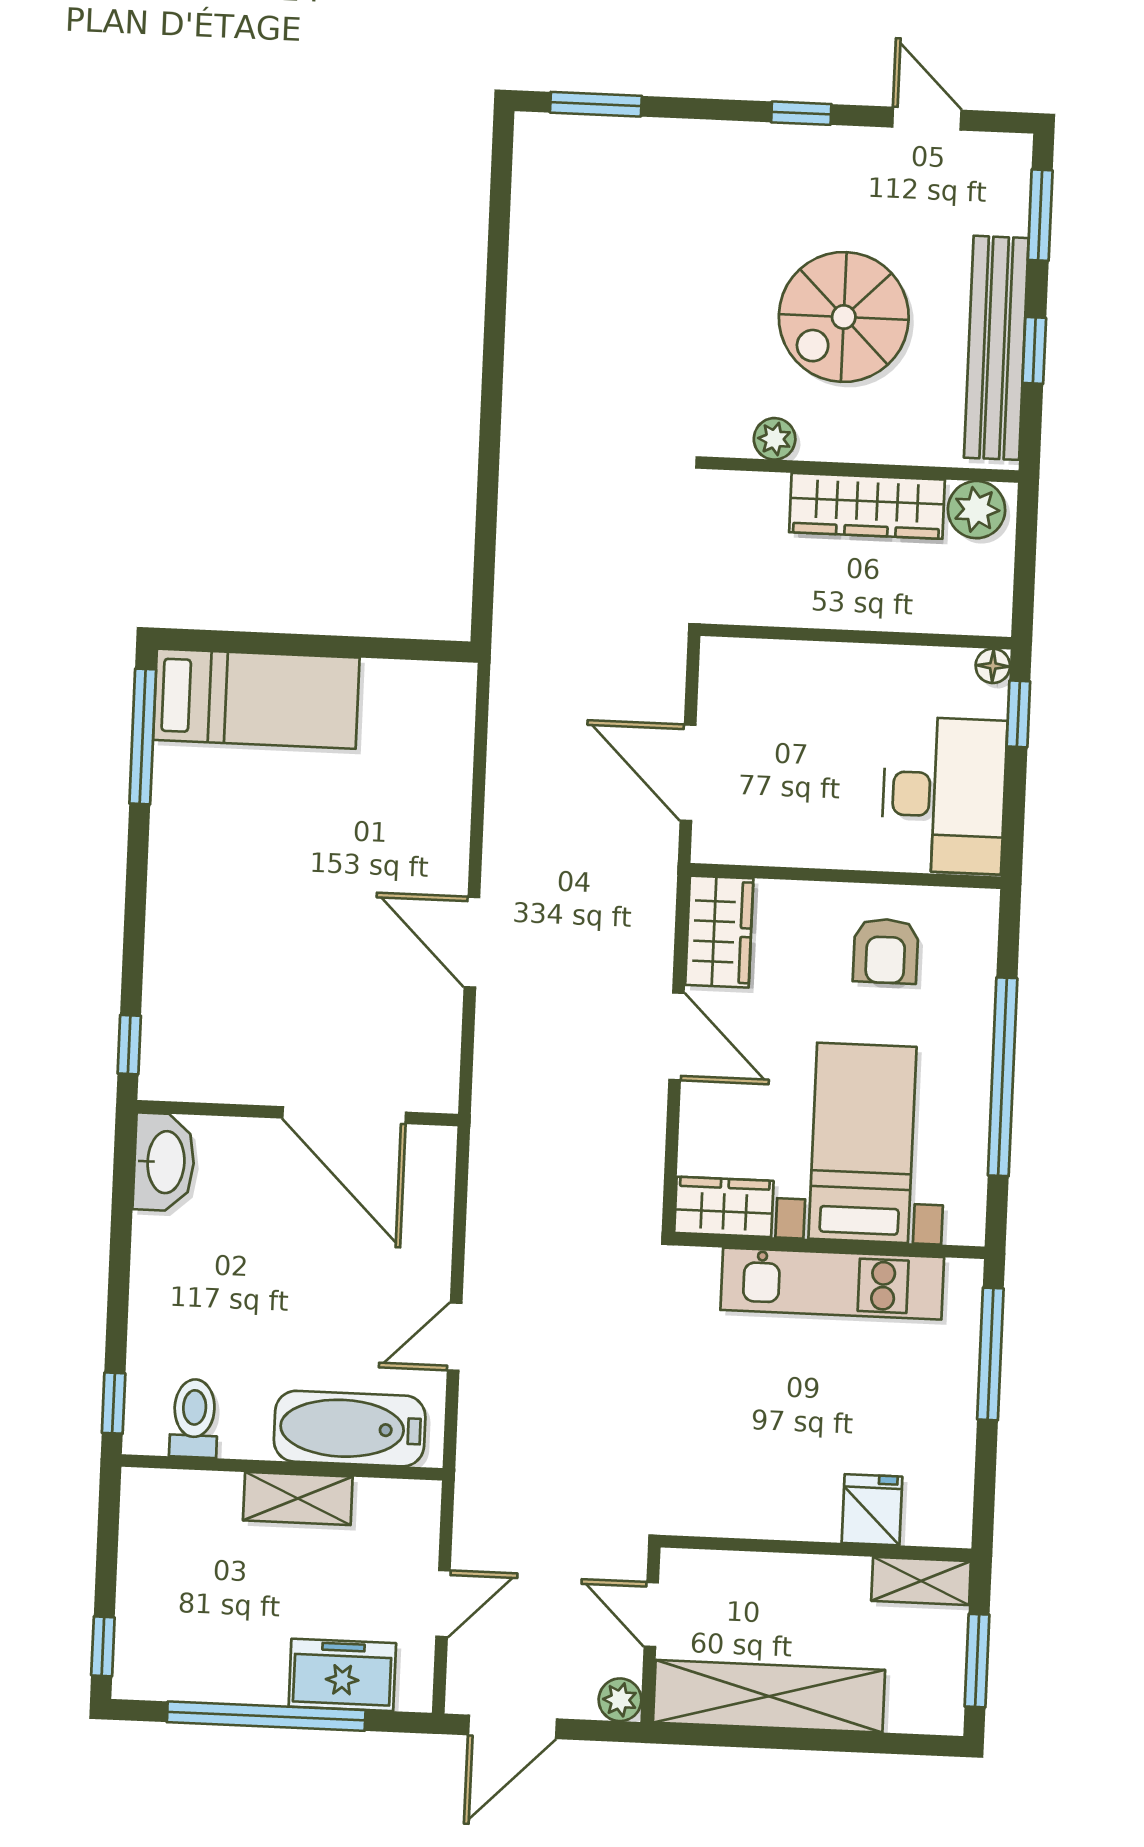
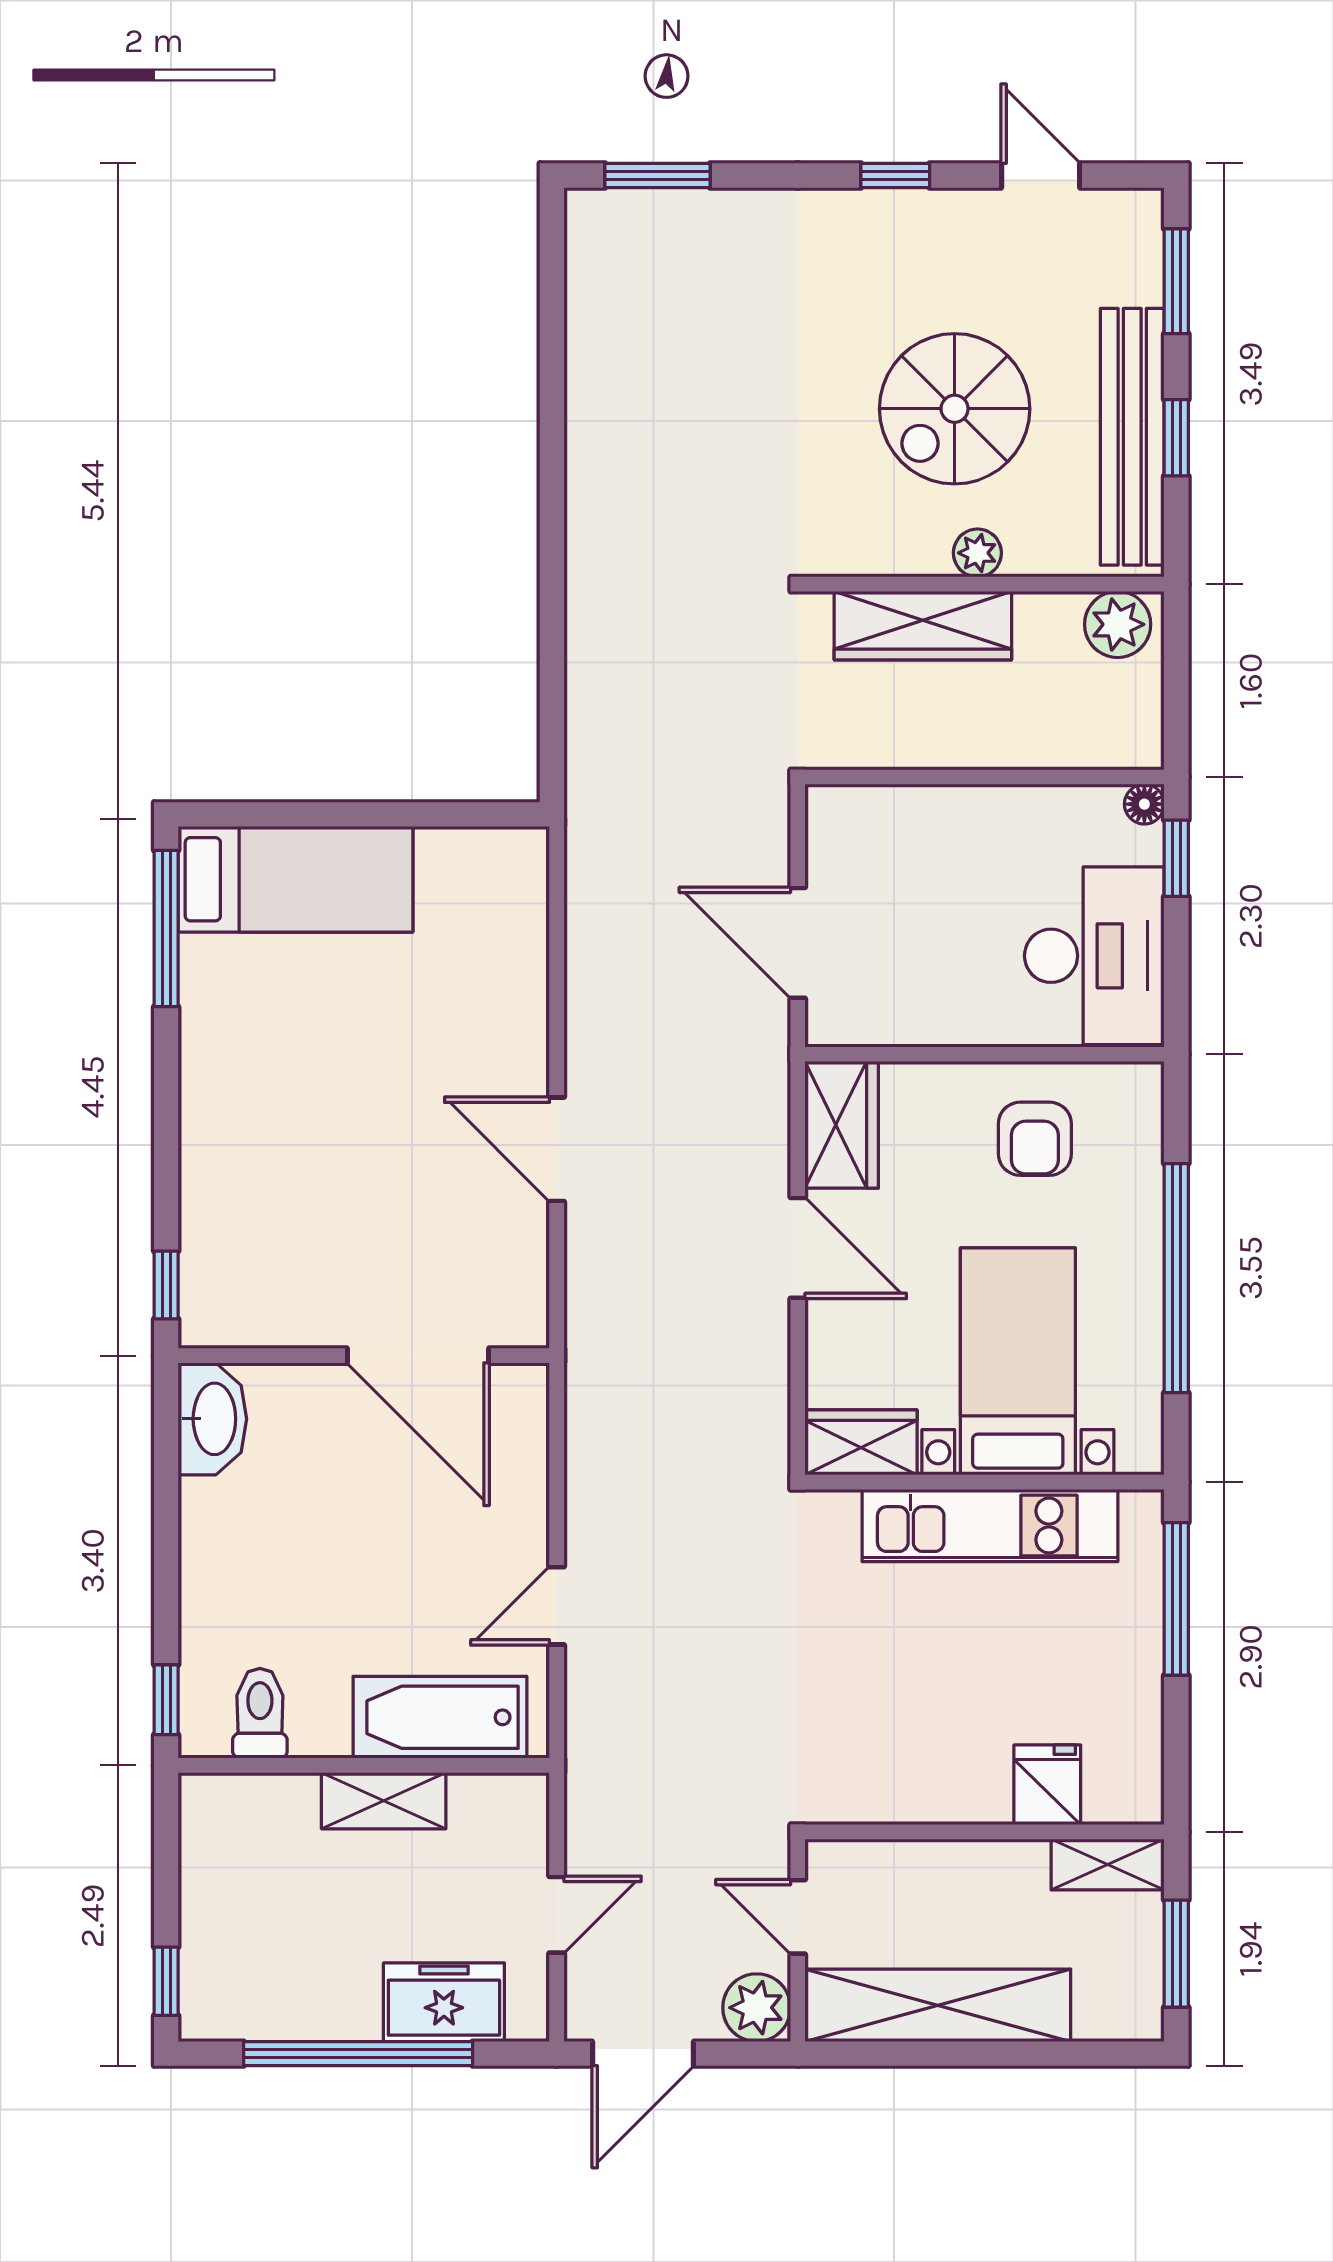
plant: (775, 439) -> (977, 553), moved
wardrobe: (867, 506) -> (923, 626), moved
plant: (620, 1700) -> (757, 2008), width x1.38, depth x1.38

